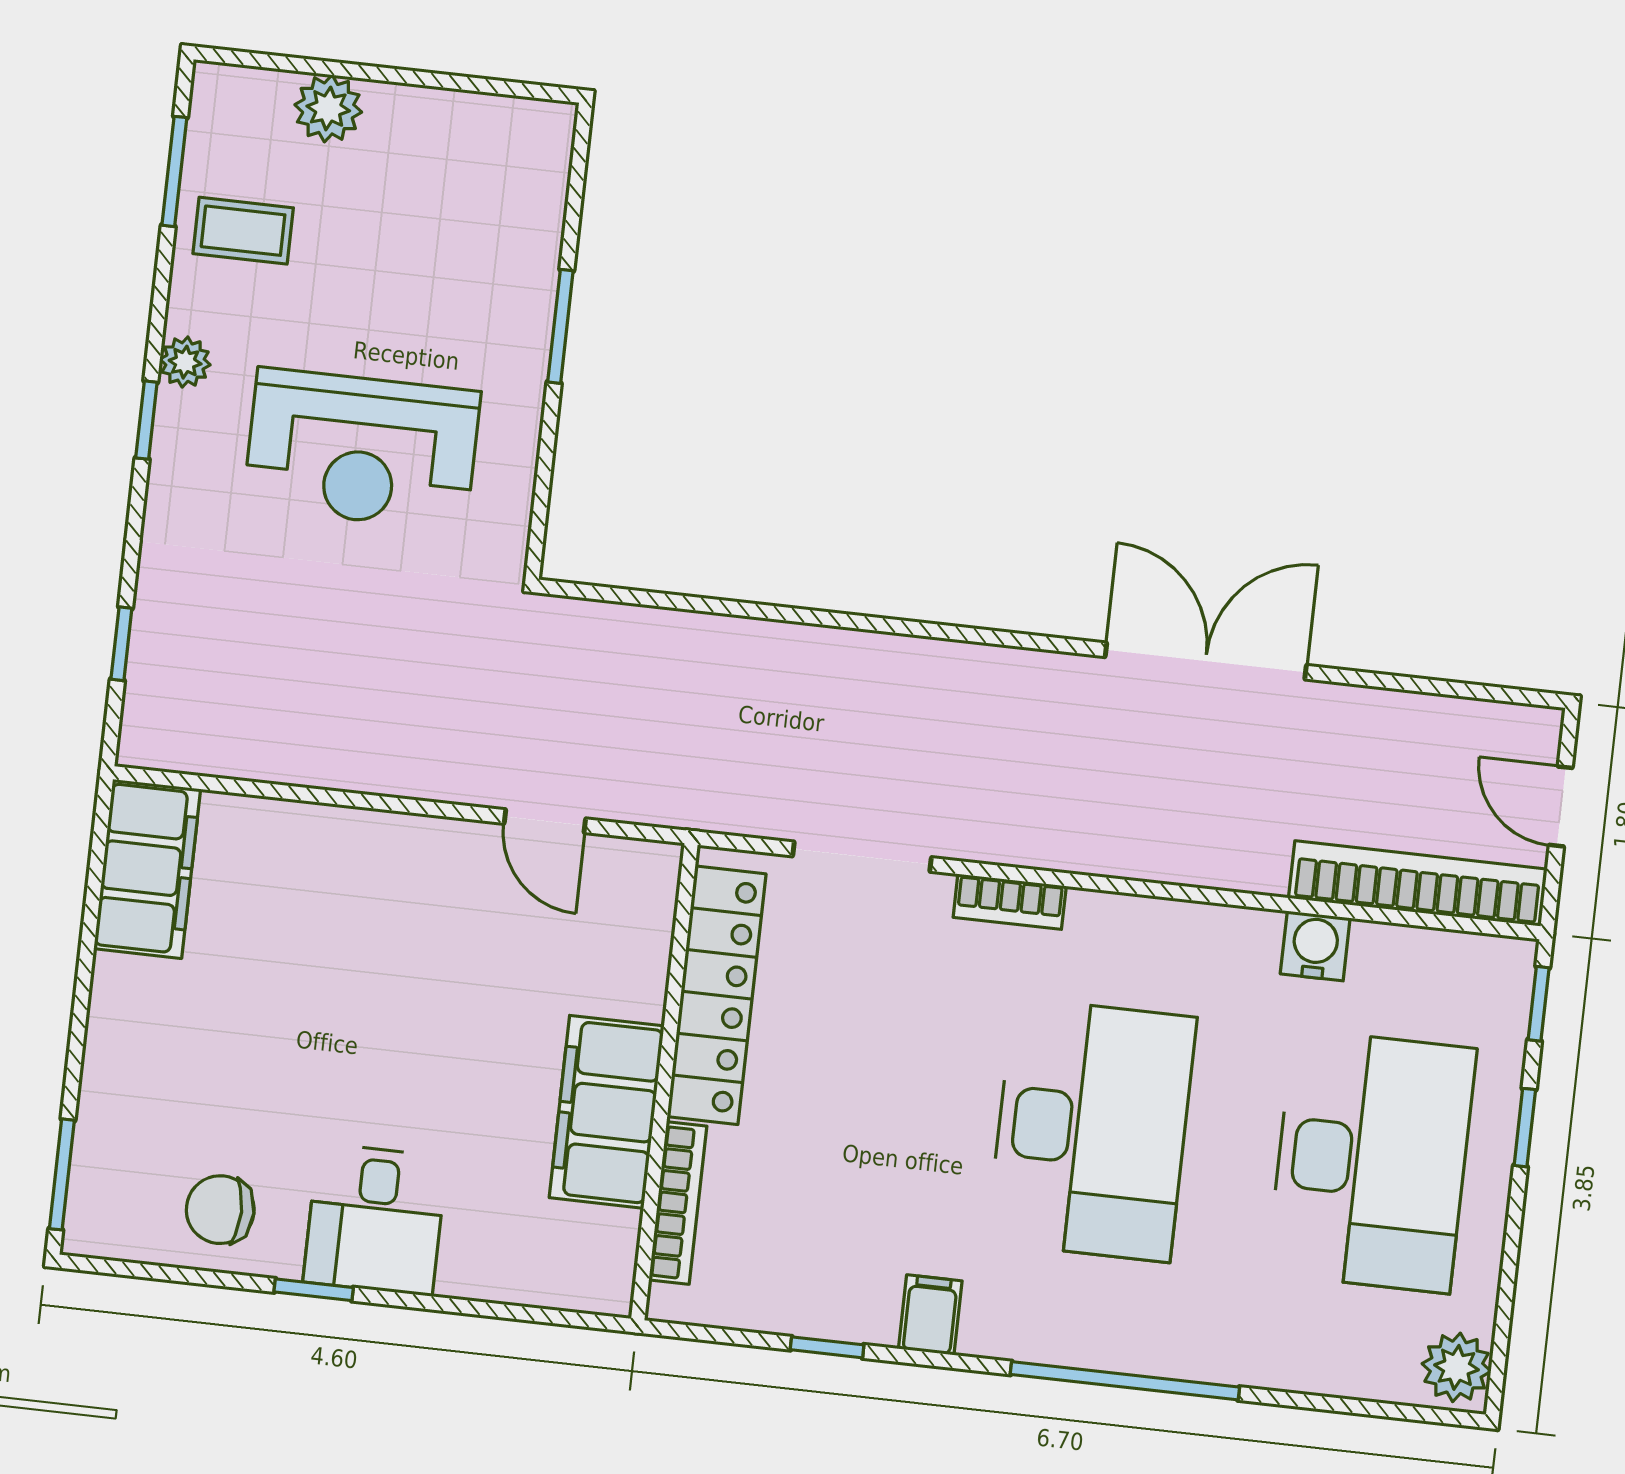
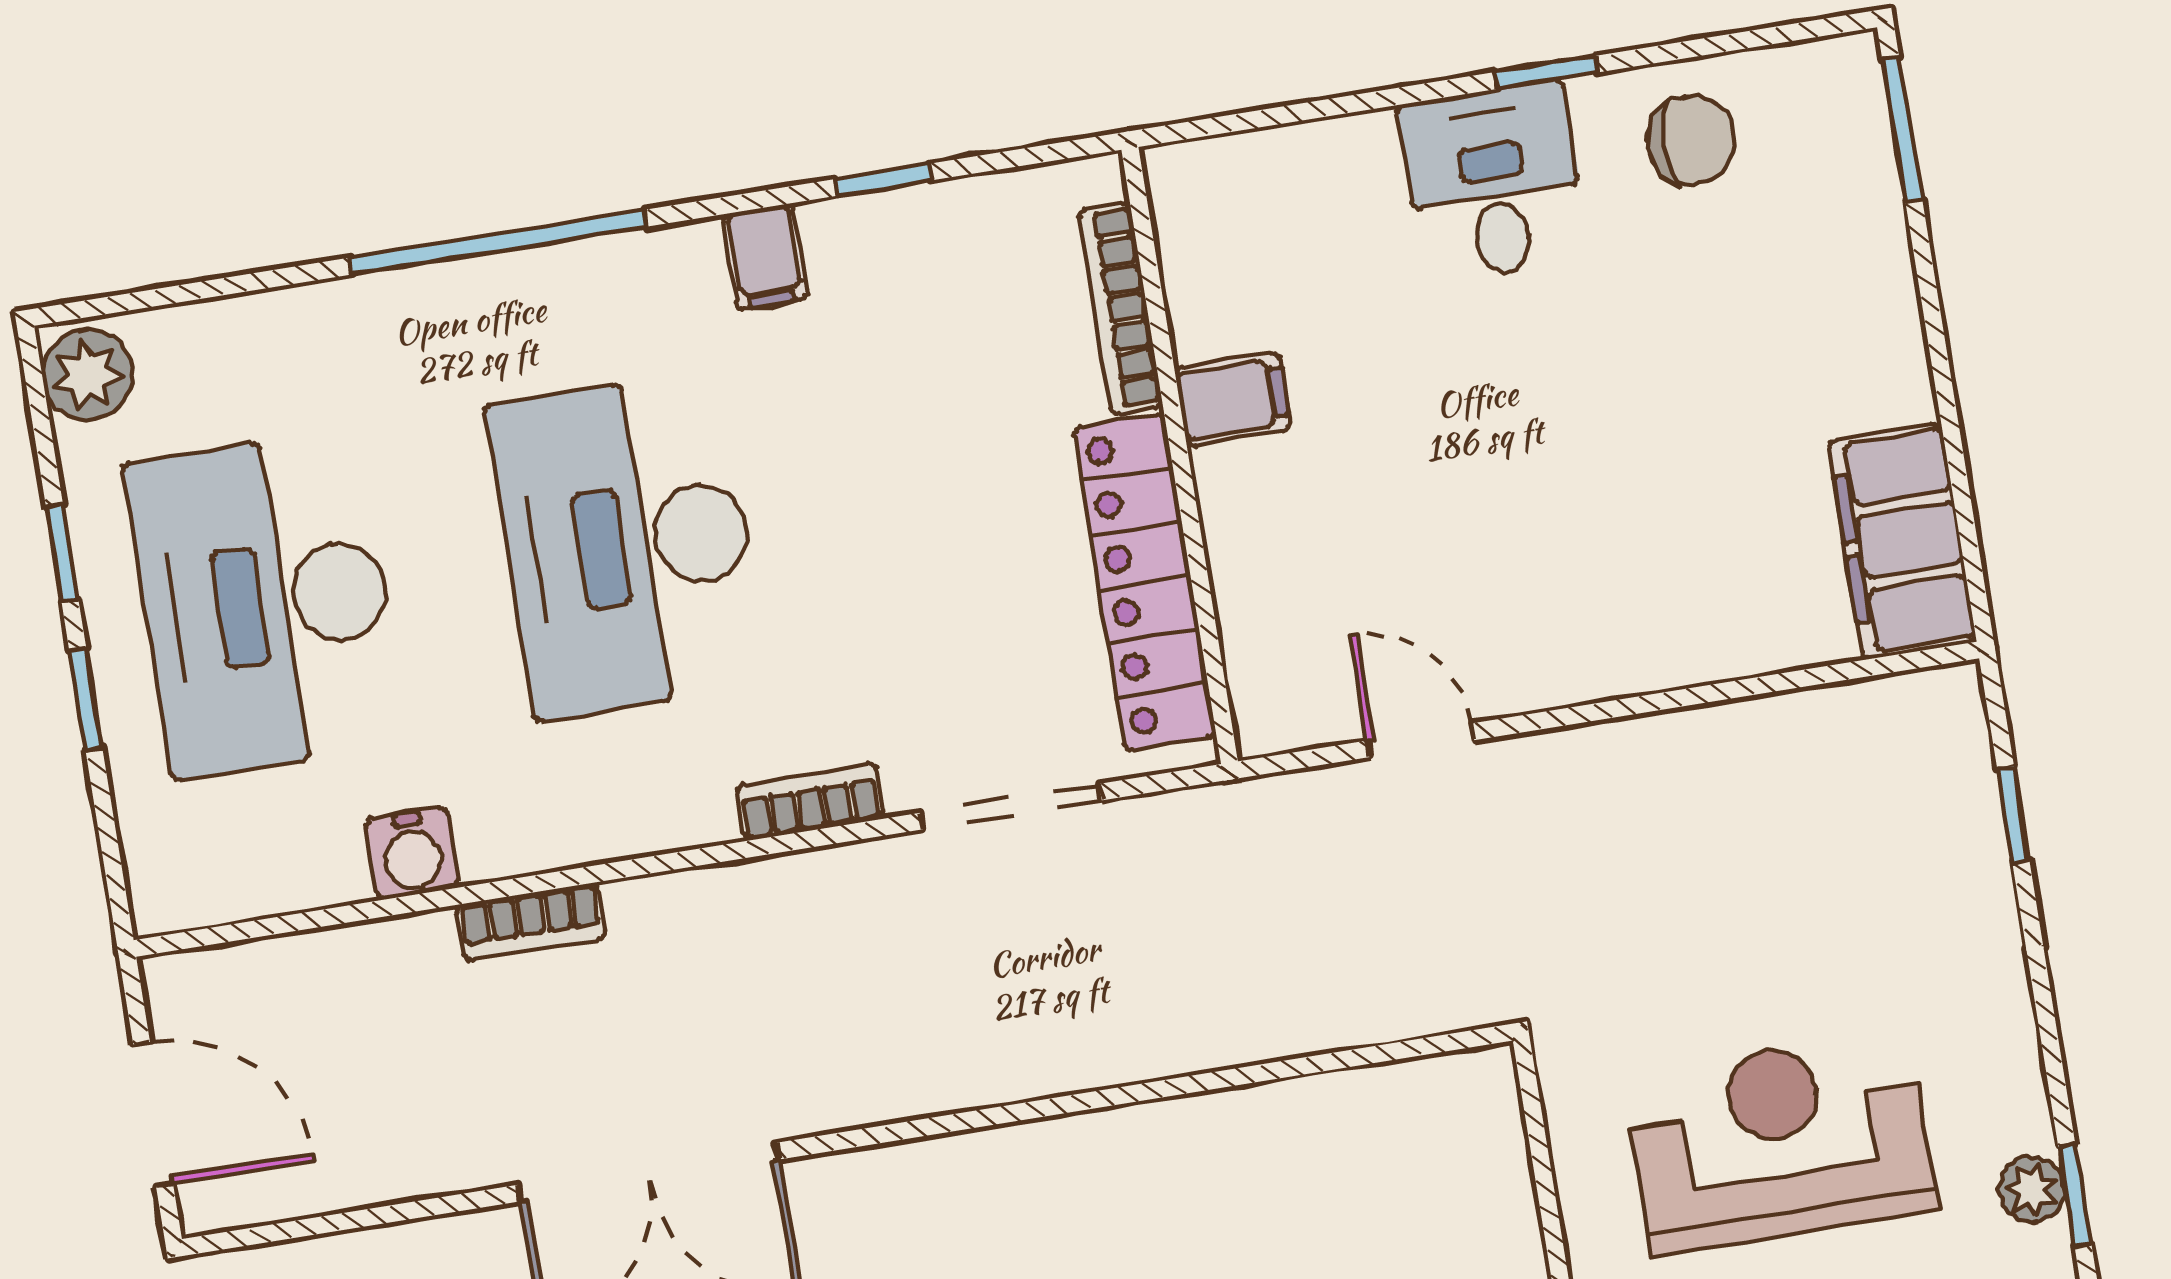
window: (146, 420) -> (2075, 1195), moved
door: (1561, 806) -> (153, 1114), width x1.38
bookcase: (1418, 884) -> (531, 922), moved, width x0.43, depth x0.76
window: (1539, 1004) -> (62, 553), moved
filing cabinet: (607, 1112) -> (1233, 399), width x0.33, depth x0.86

